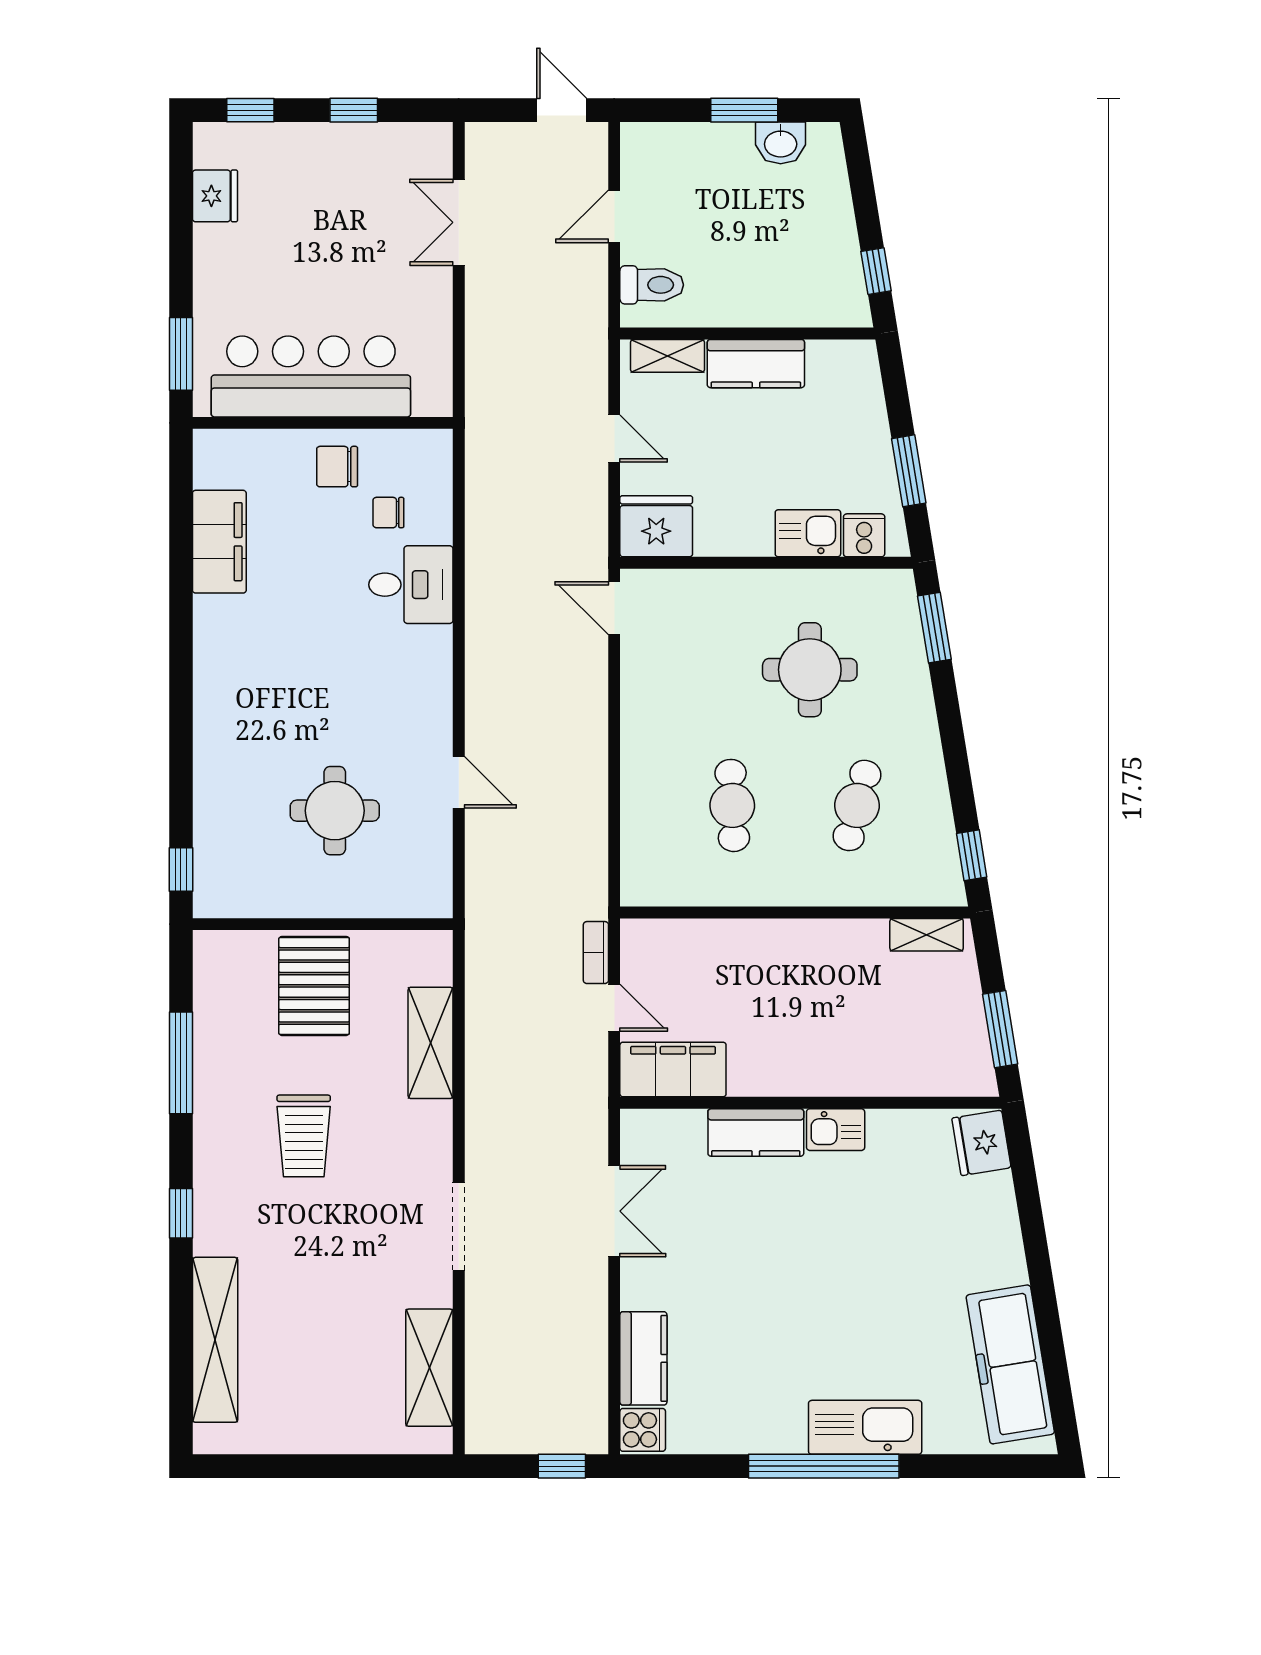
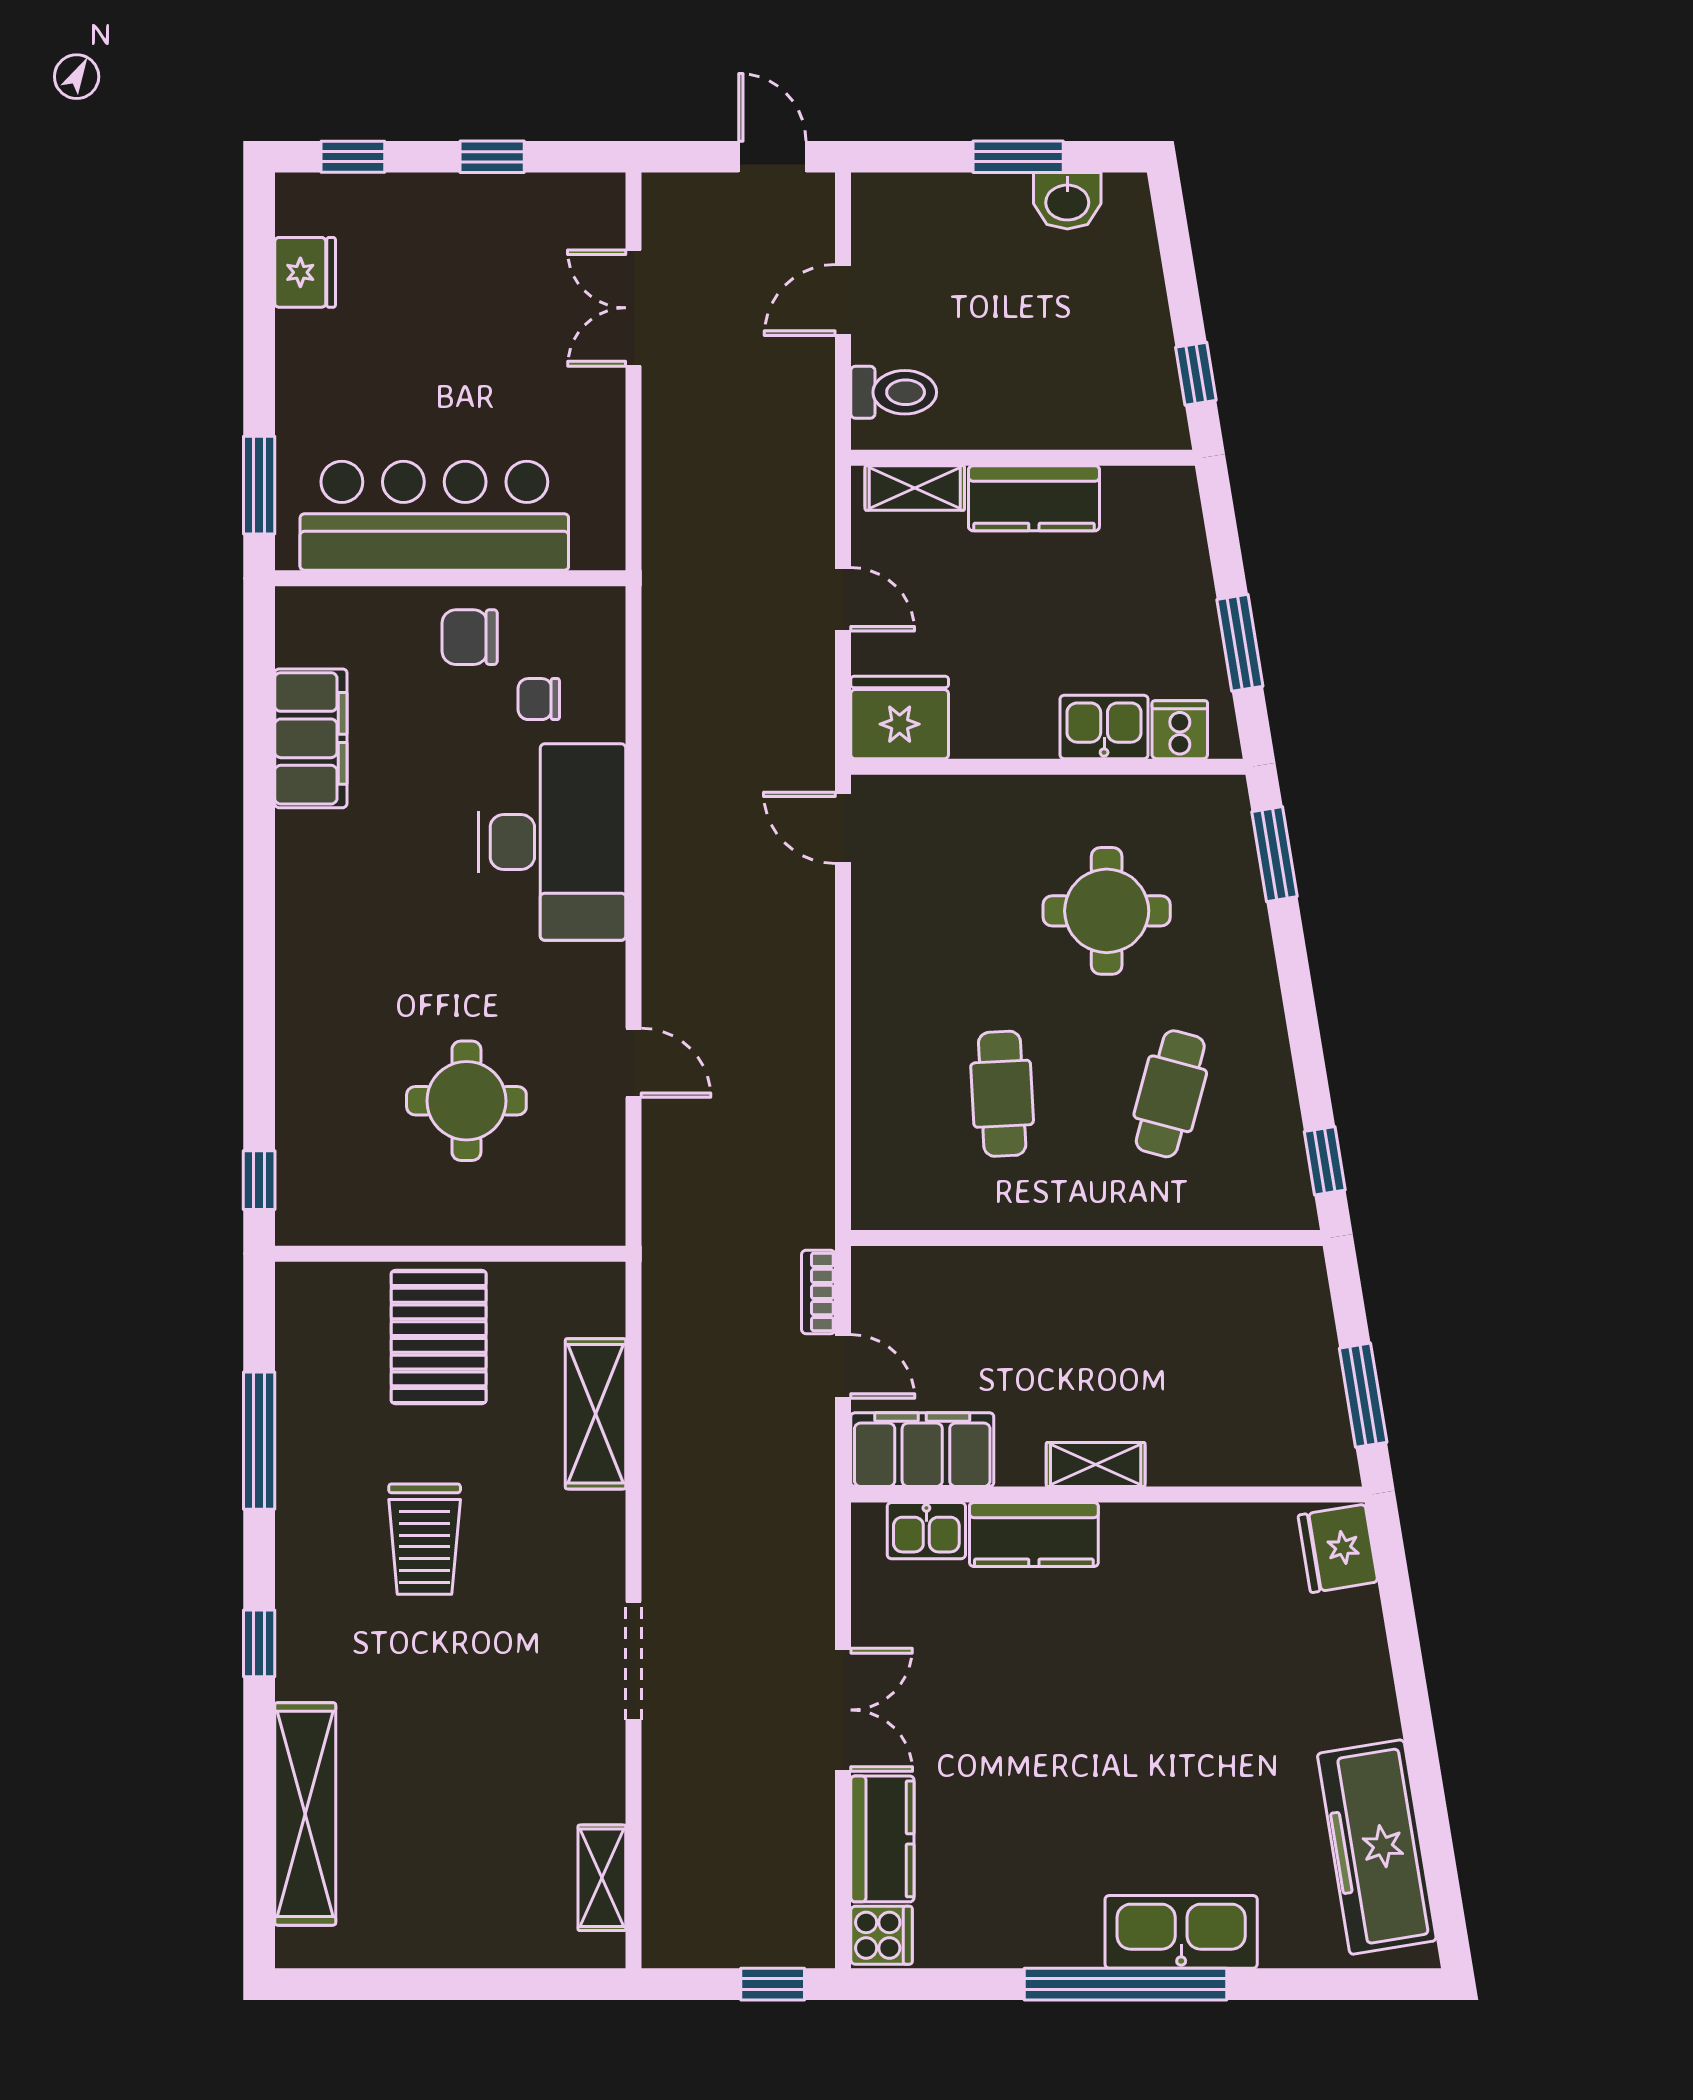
desk: (411, 585) -> (552, 842), width x1.87, depth x1.30
shelving: (927, 935) -> (1096, 1464), moved
kitchen sink: (836, 1130) -> (926, 1531), moved
double door: (614, 1211) -> (843, 1710), moved
shelving: (429, 1368) -> (602, 1878), width x0.67, depth x0.75

